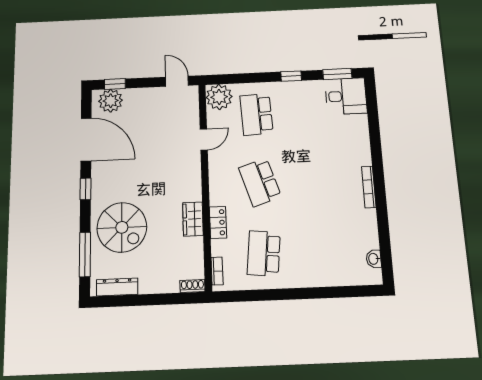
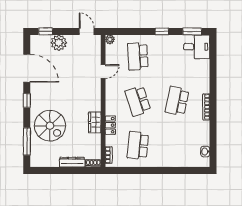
plant: (219, 97) -> (110, 39), width x0.53, depth x0.53
plant: (111, 101) -> (59, 43), moved
school desk: (322, 180) -> (177, 101), added
dresser: (117, 287) -> (72, 162), moved

